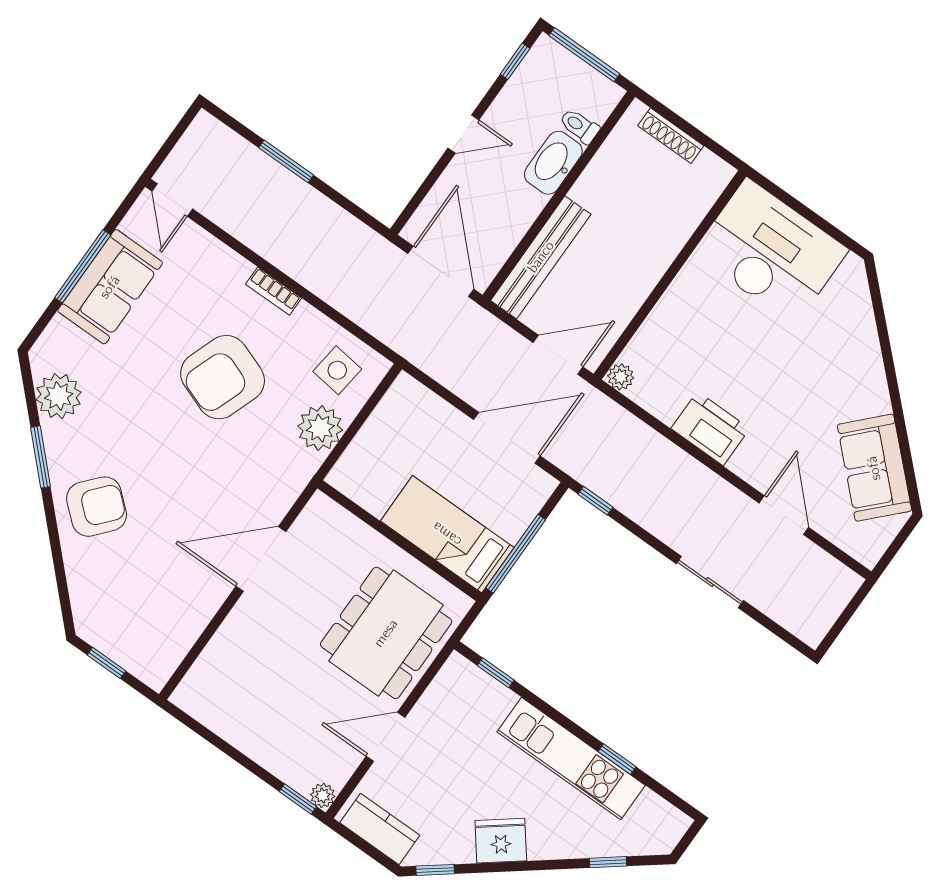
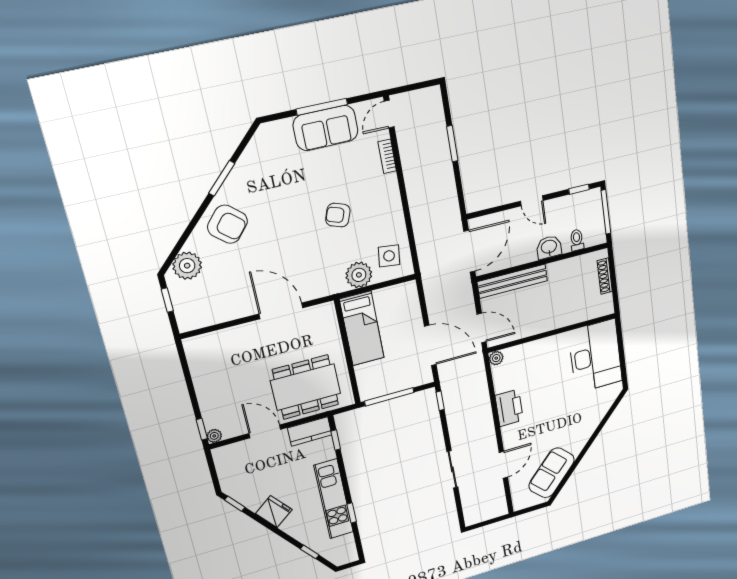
washbasin: (553, 163) -> (549, 247), width x0.72
bookcase: (274, 291) -> (387, 156), moved
armchair: (223, 377) -> (338, 215), width x0.53, depth x0.53
plant: (59, 396) -> (187, 266), moved
bed: (447, 534) -> (362, 328), moved, turned 180
kitchen counter: (380, 829) -> (310, 431), moved, turned 90

